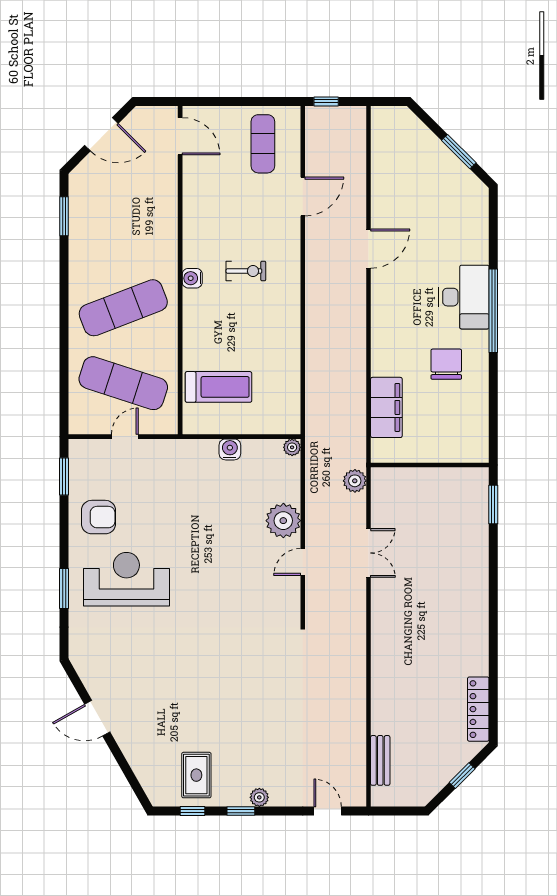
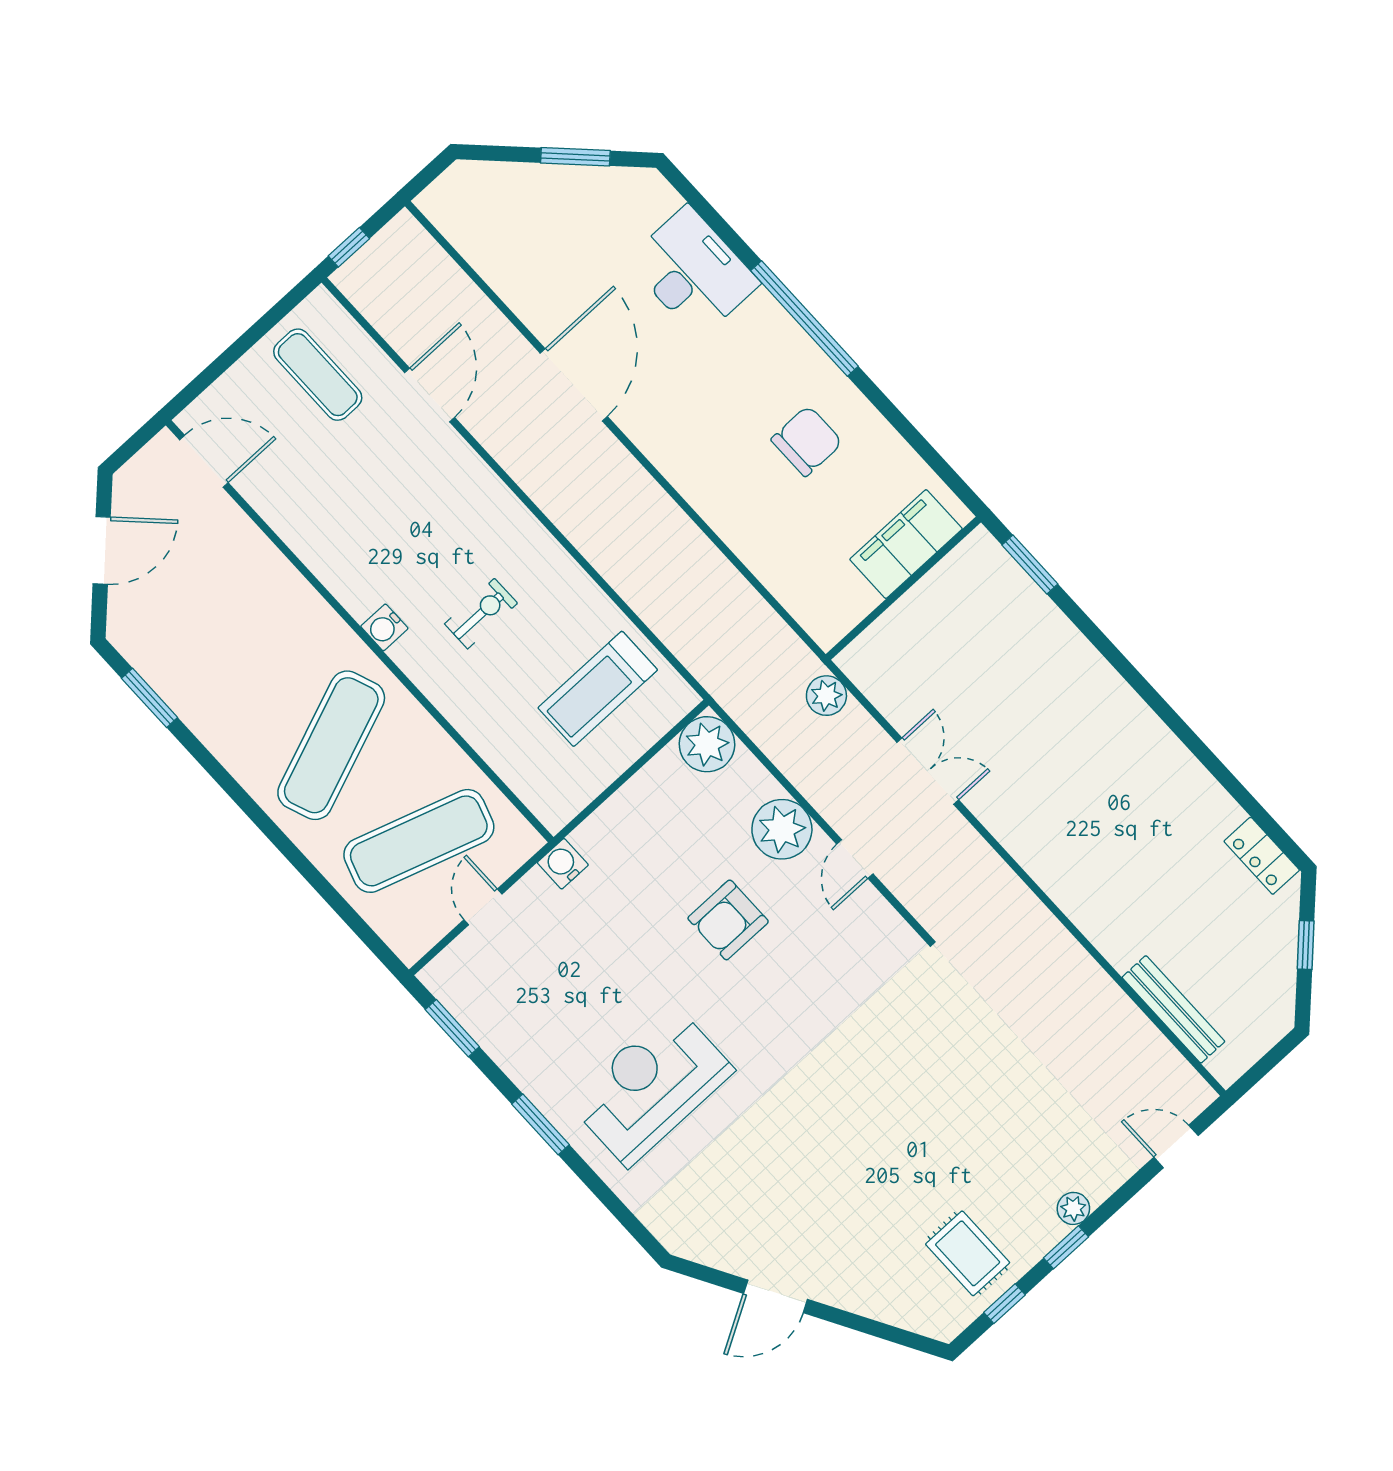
door: (369, 249) -> (574, 385), width x1.36
exercise bike: (246, 271) -> (481, 614), moved
desk: (464, 297) -> (693, 272), moved
chair: (446, 364) -> (807, 441), turned 90
treadmill: (218, 387) -> (598, 689), moved, turned 180
filing cabinet: (386, 407) -> (906, 544), moved, turned -90
plant: (292, 447) -> (707, 744), width x1.88, depth x1.88
water cooler: (230, 449) -> (563, 864), moved
armchair: (99, 517) -> (728, 920), moved, turned 180
window: (64, 588) -> (540, 1124), moved
locker: (478, 709) -> (1262, 856), width x0.66
bench: (380, 760) -> (1173, 1009), width x1.36

